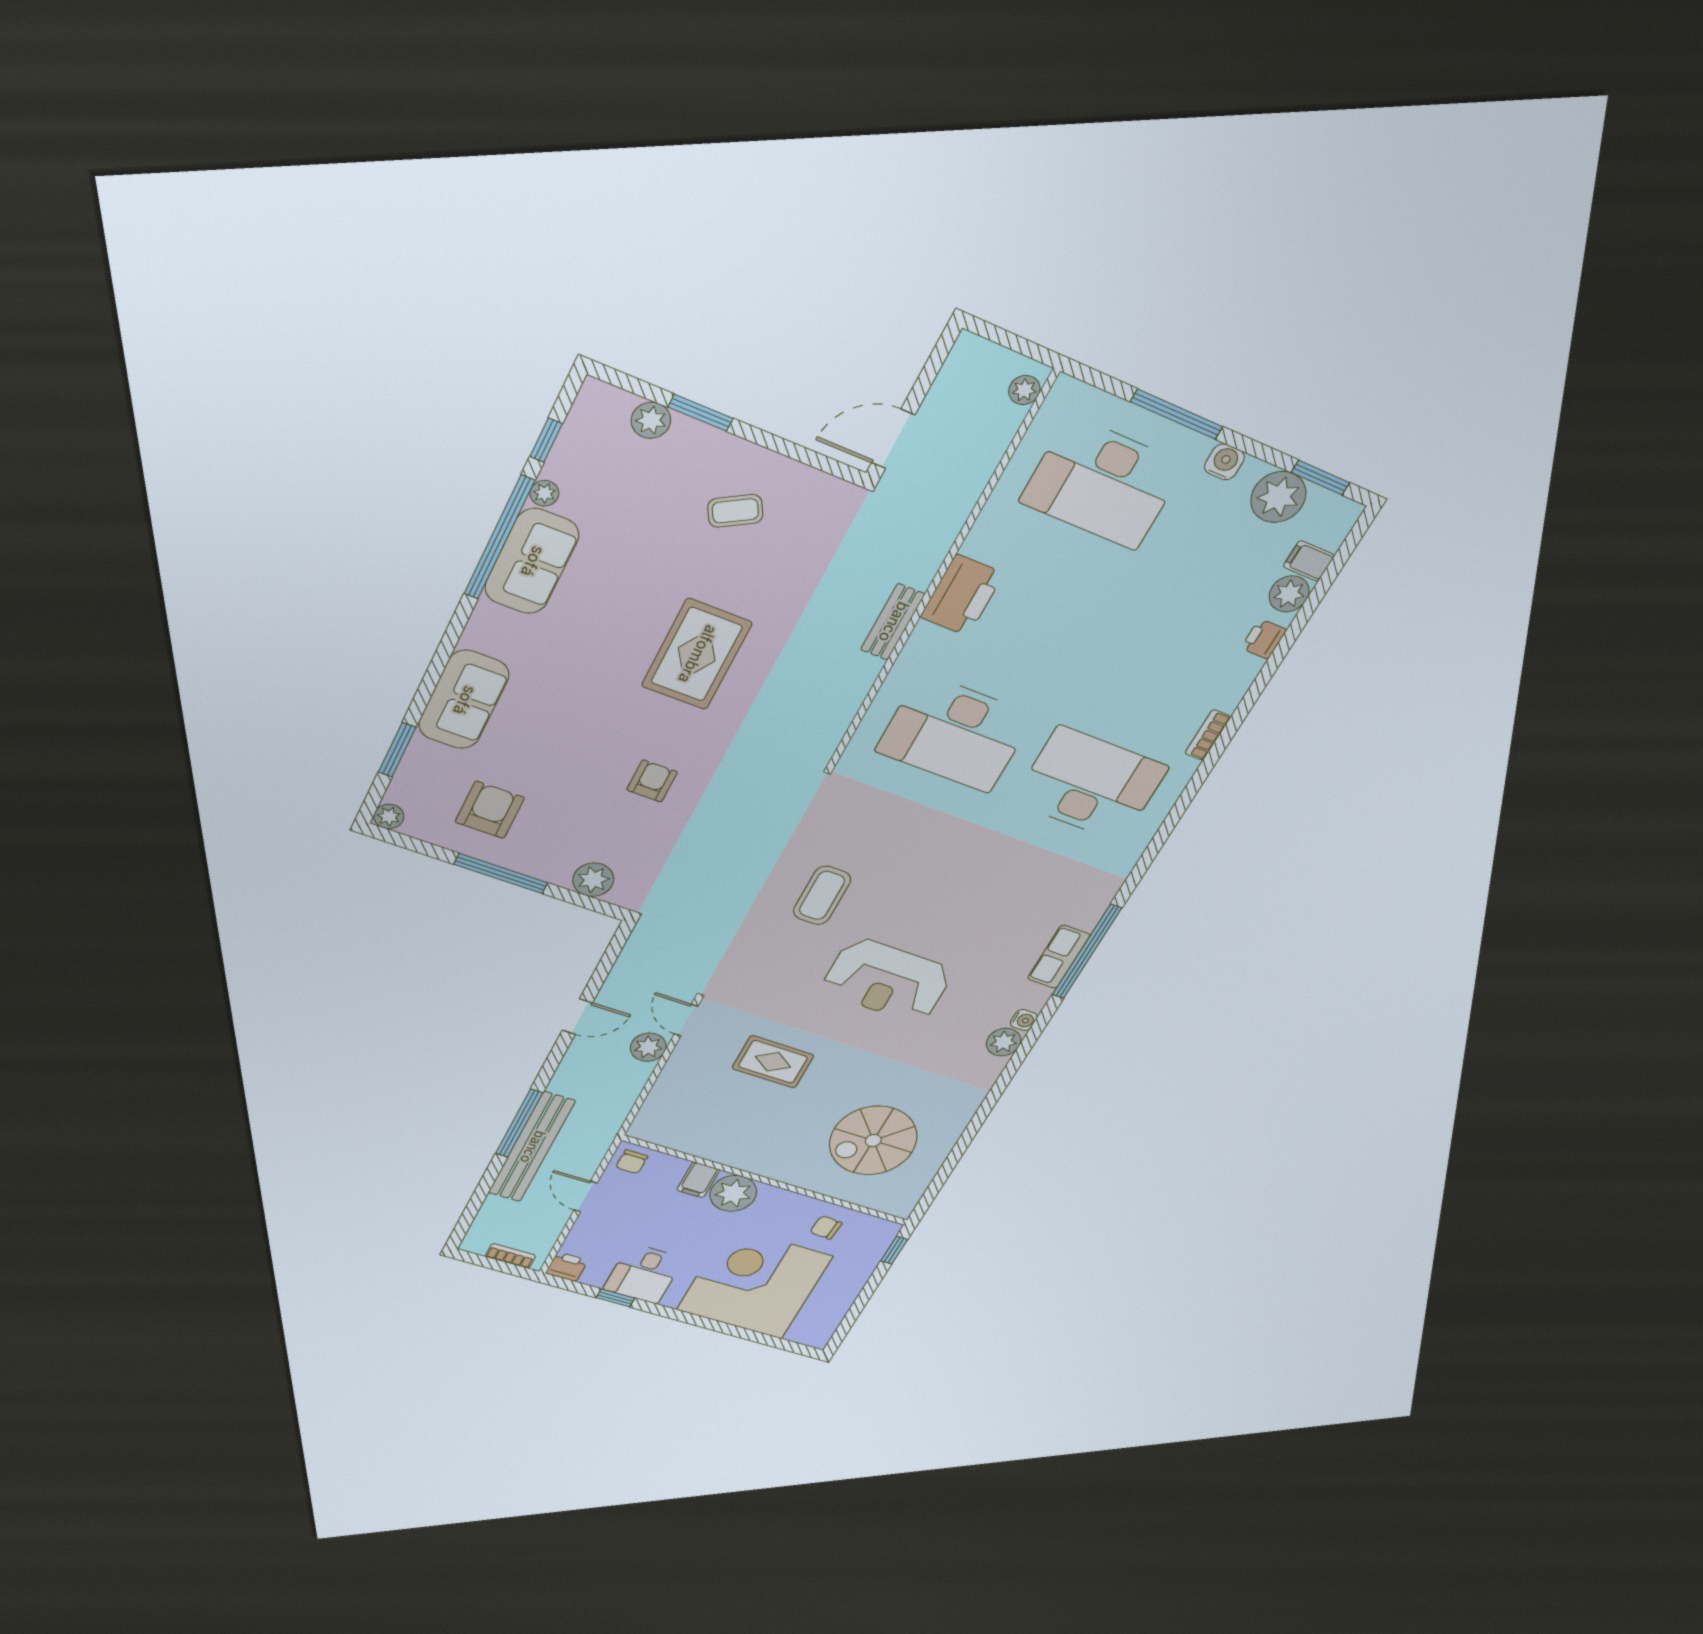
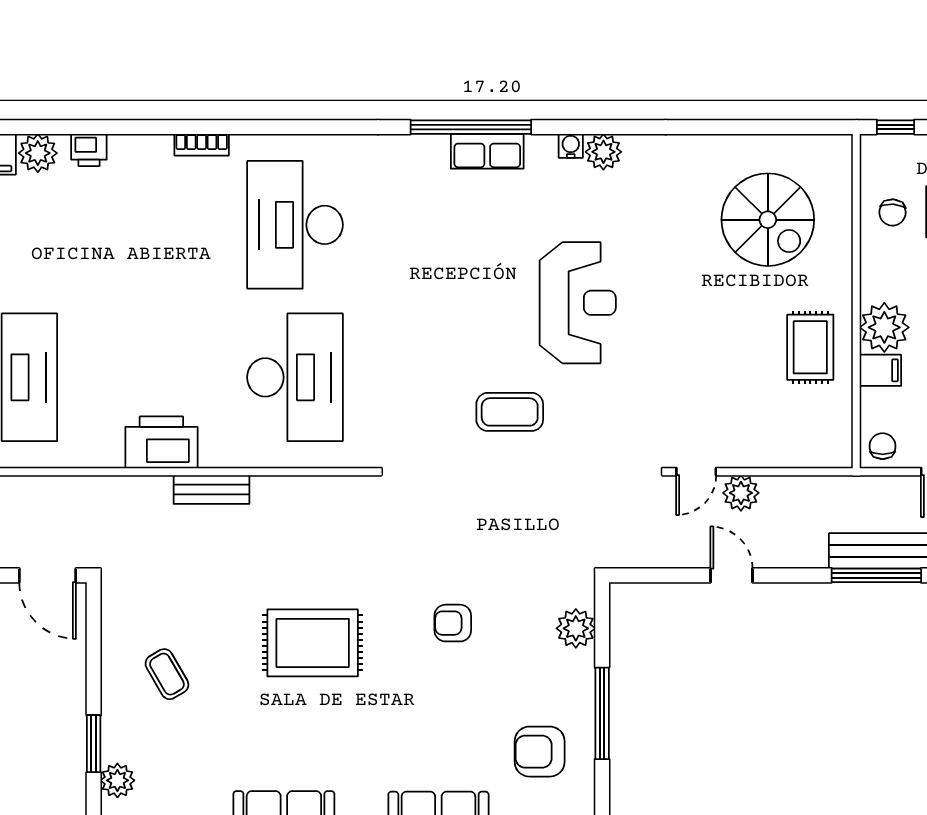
rug: (773, 1062) -> (810, 347), moved
chair: (632, 1162) -> (883, 446), turned -90

